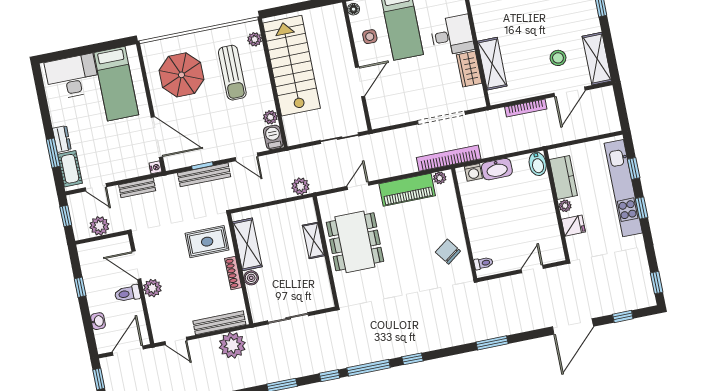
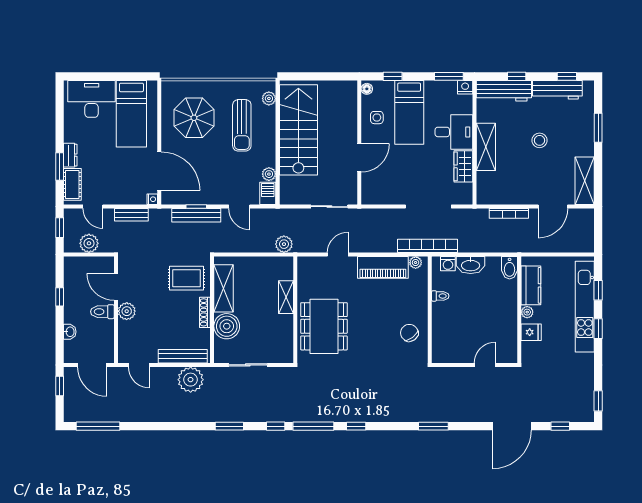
stool: (558, 58) -> (539, 140), moved
shelving: (492, 64) -> (486, 147), moved
dining table: (355, 242) -> (324, 326), moved
toilet: (483, 263) -> (440, 296), moved
boiler: (251, 278) -> (227, 326), width x1.86, depth x1.86
door: (128, 351) -> (92, 365), swing flipped

